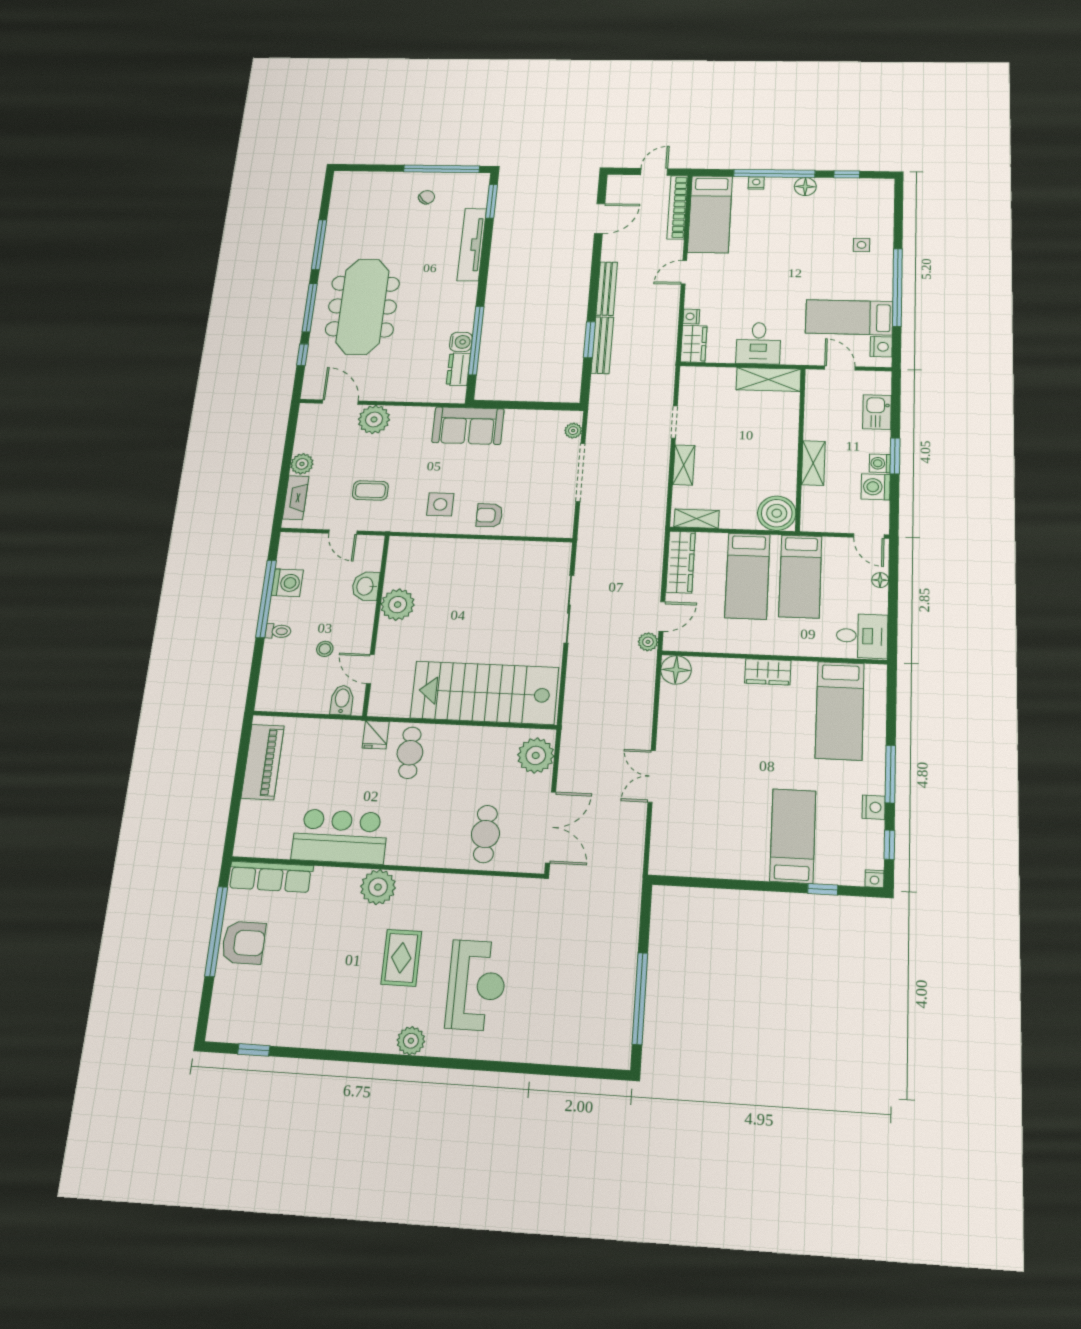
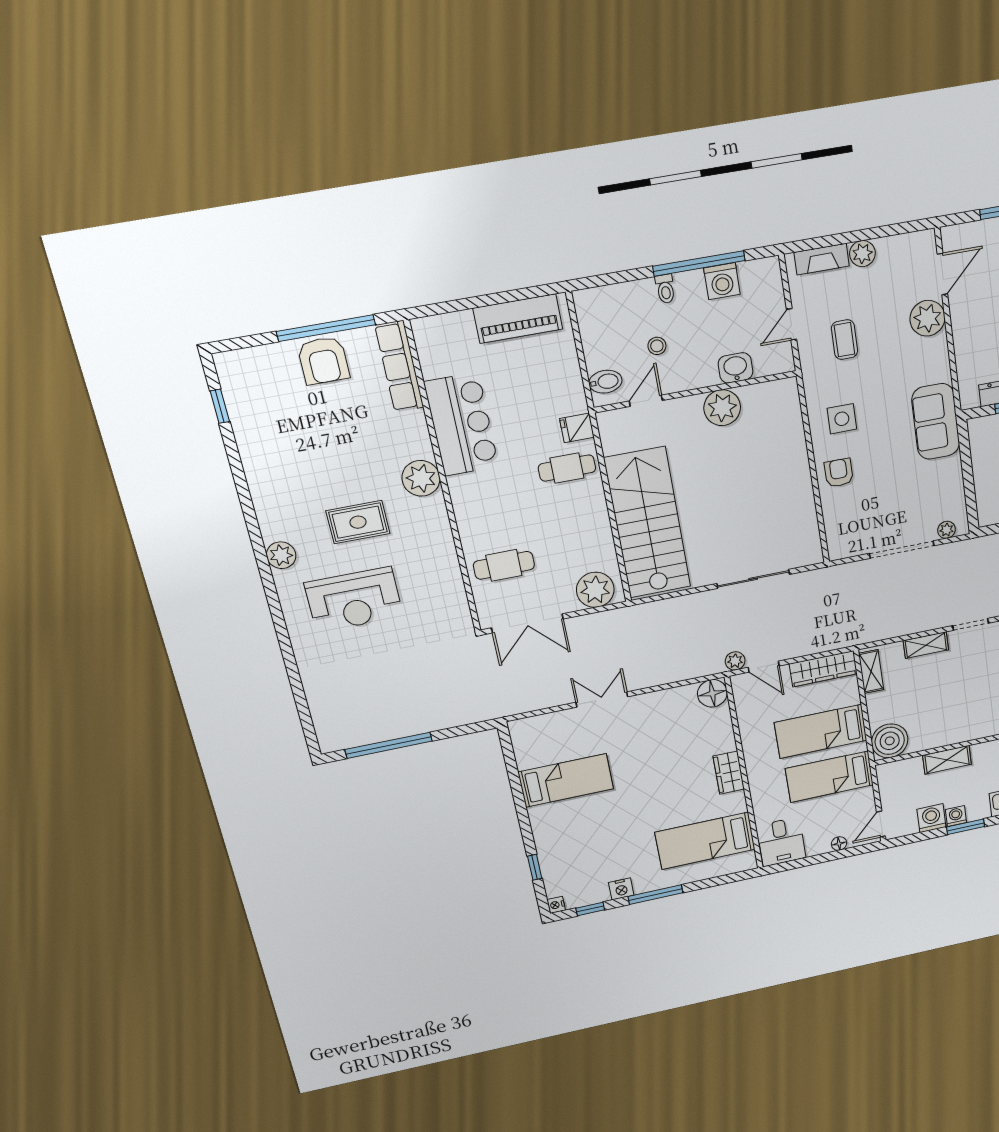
bed: (793, 836) -> (566, 780), moved

